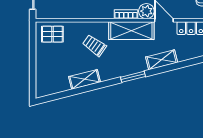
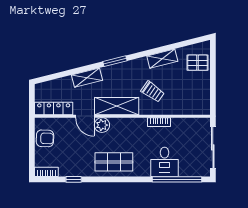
bookcase: (126, 14) -> (159, 122), moved
pallet: (52, 34) -> (198, 63), moved

